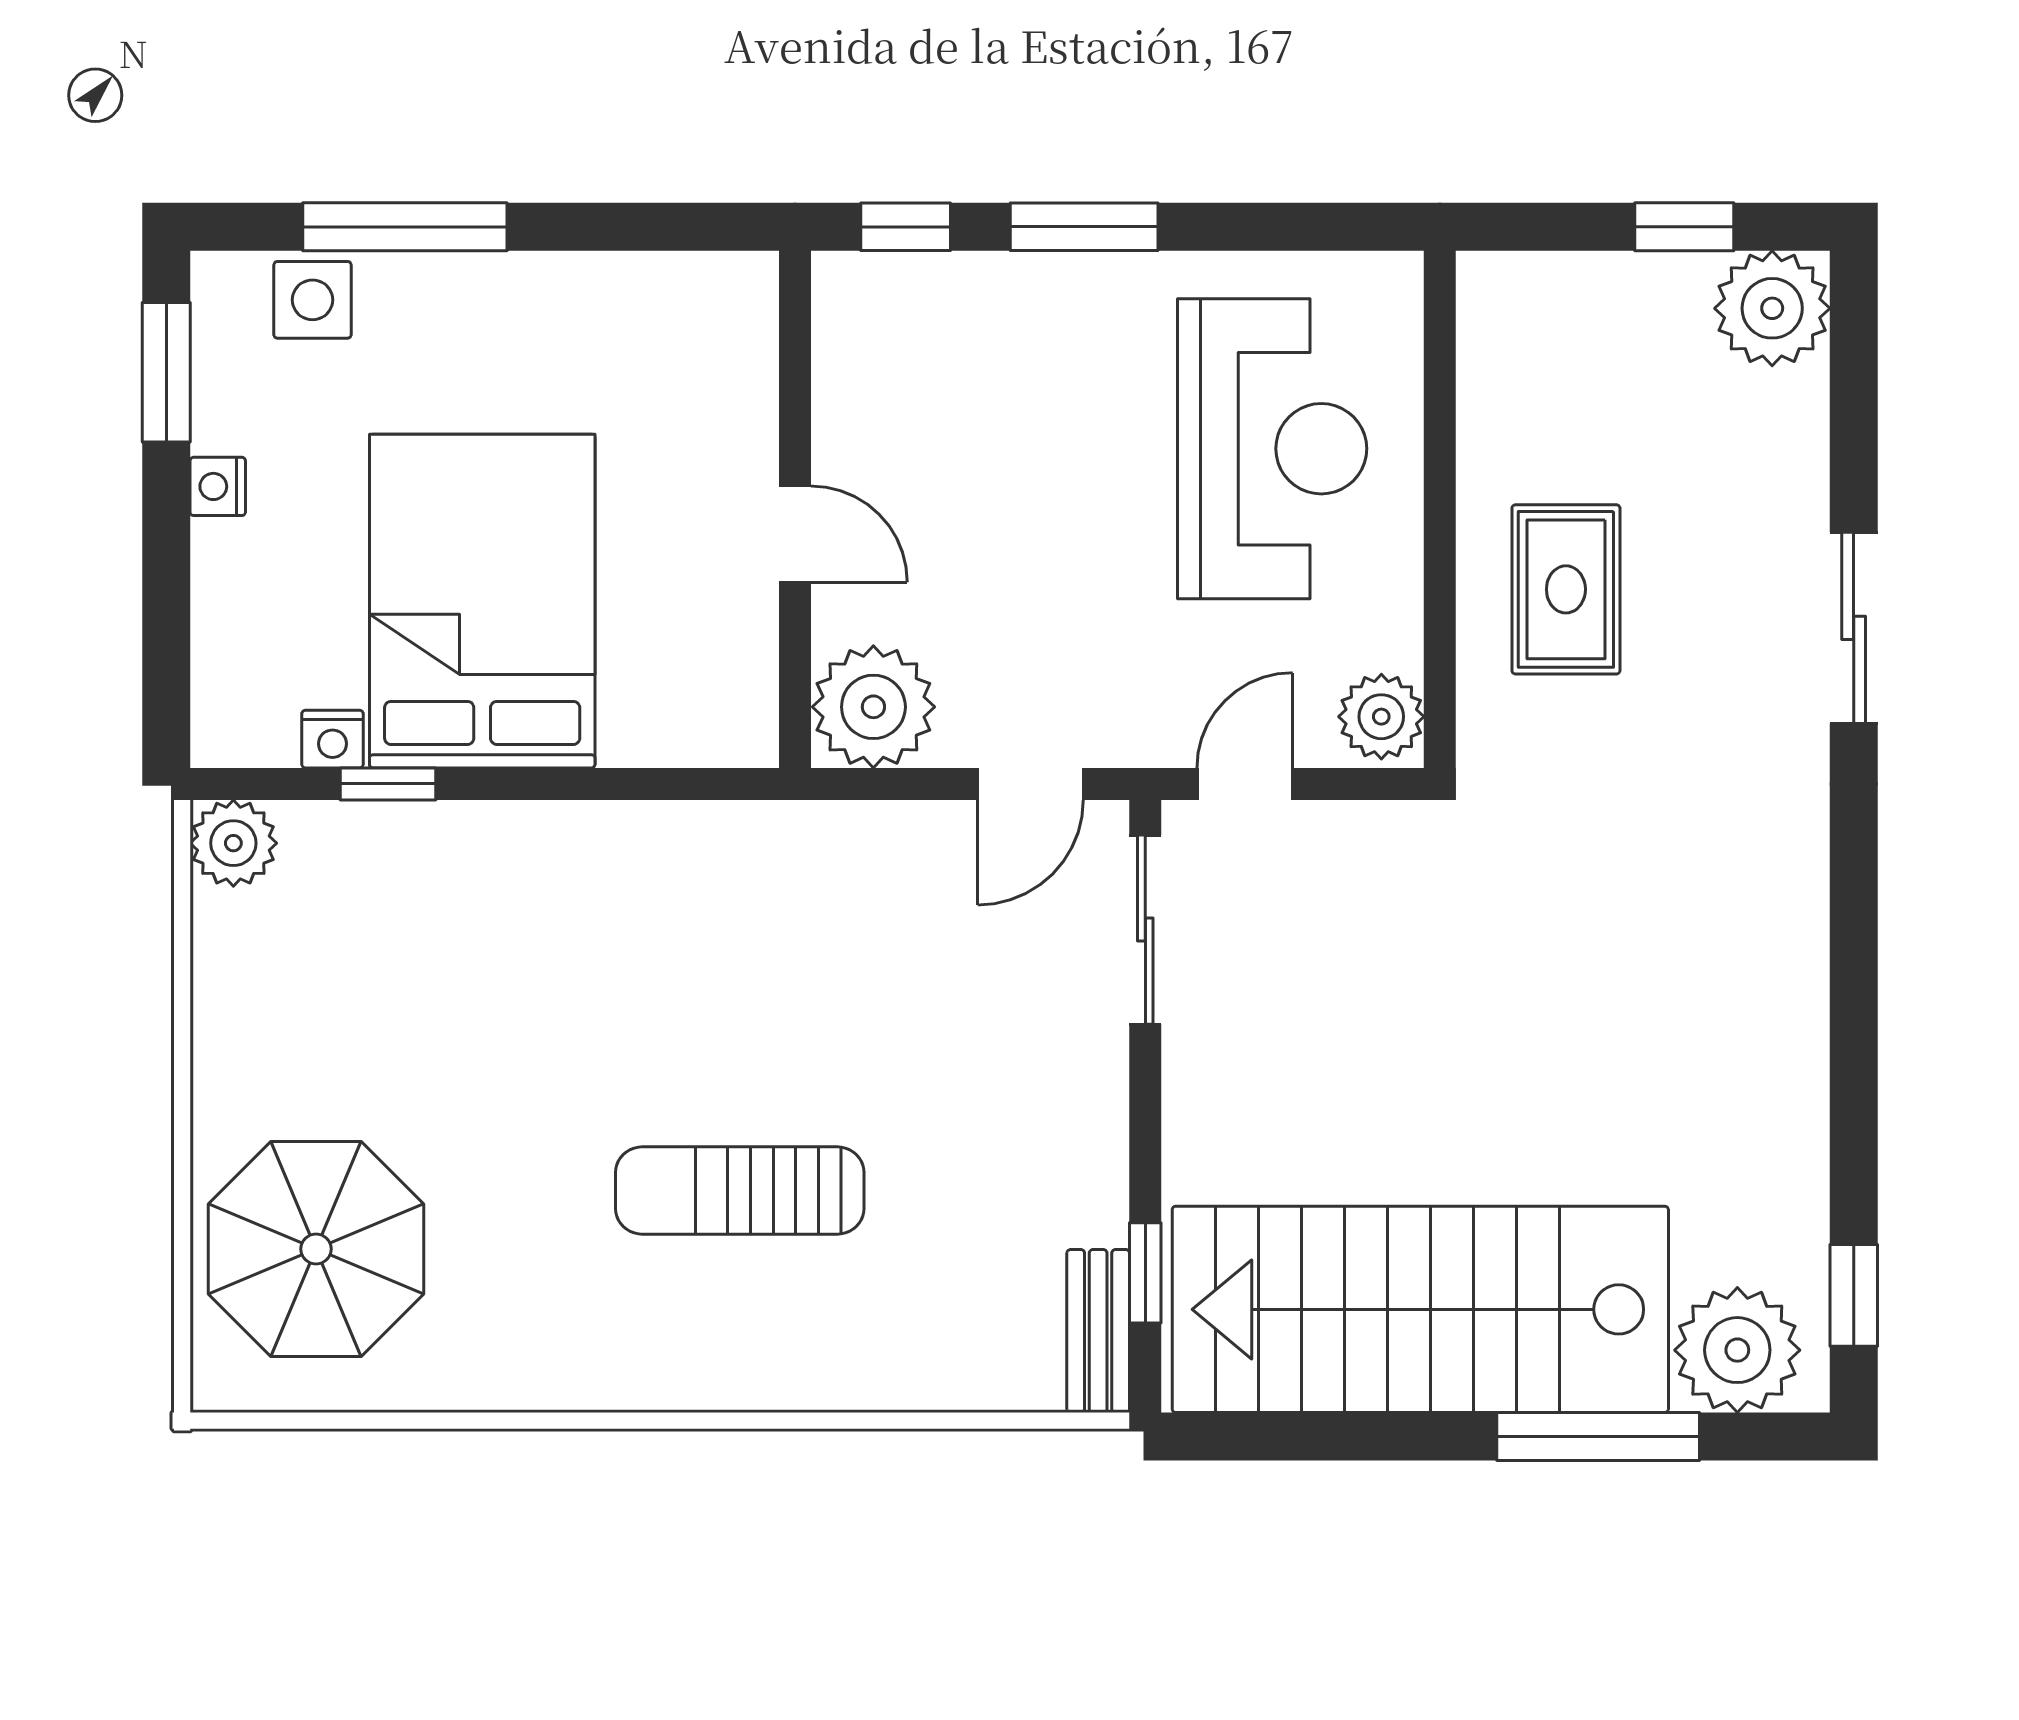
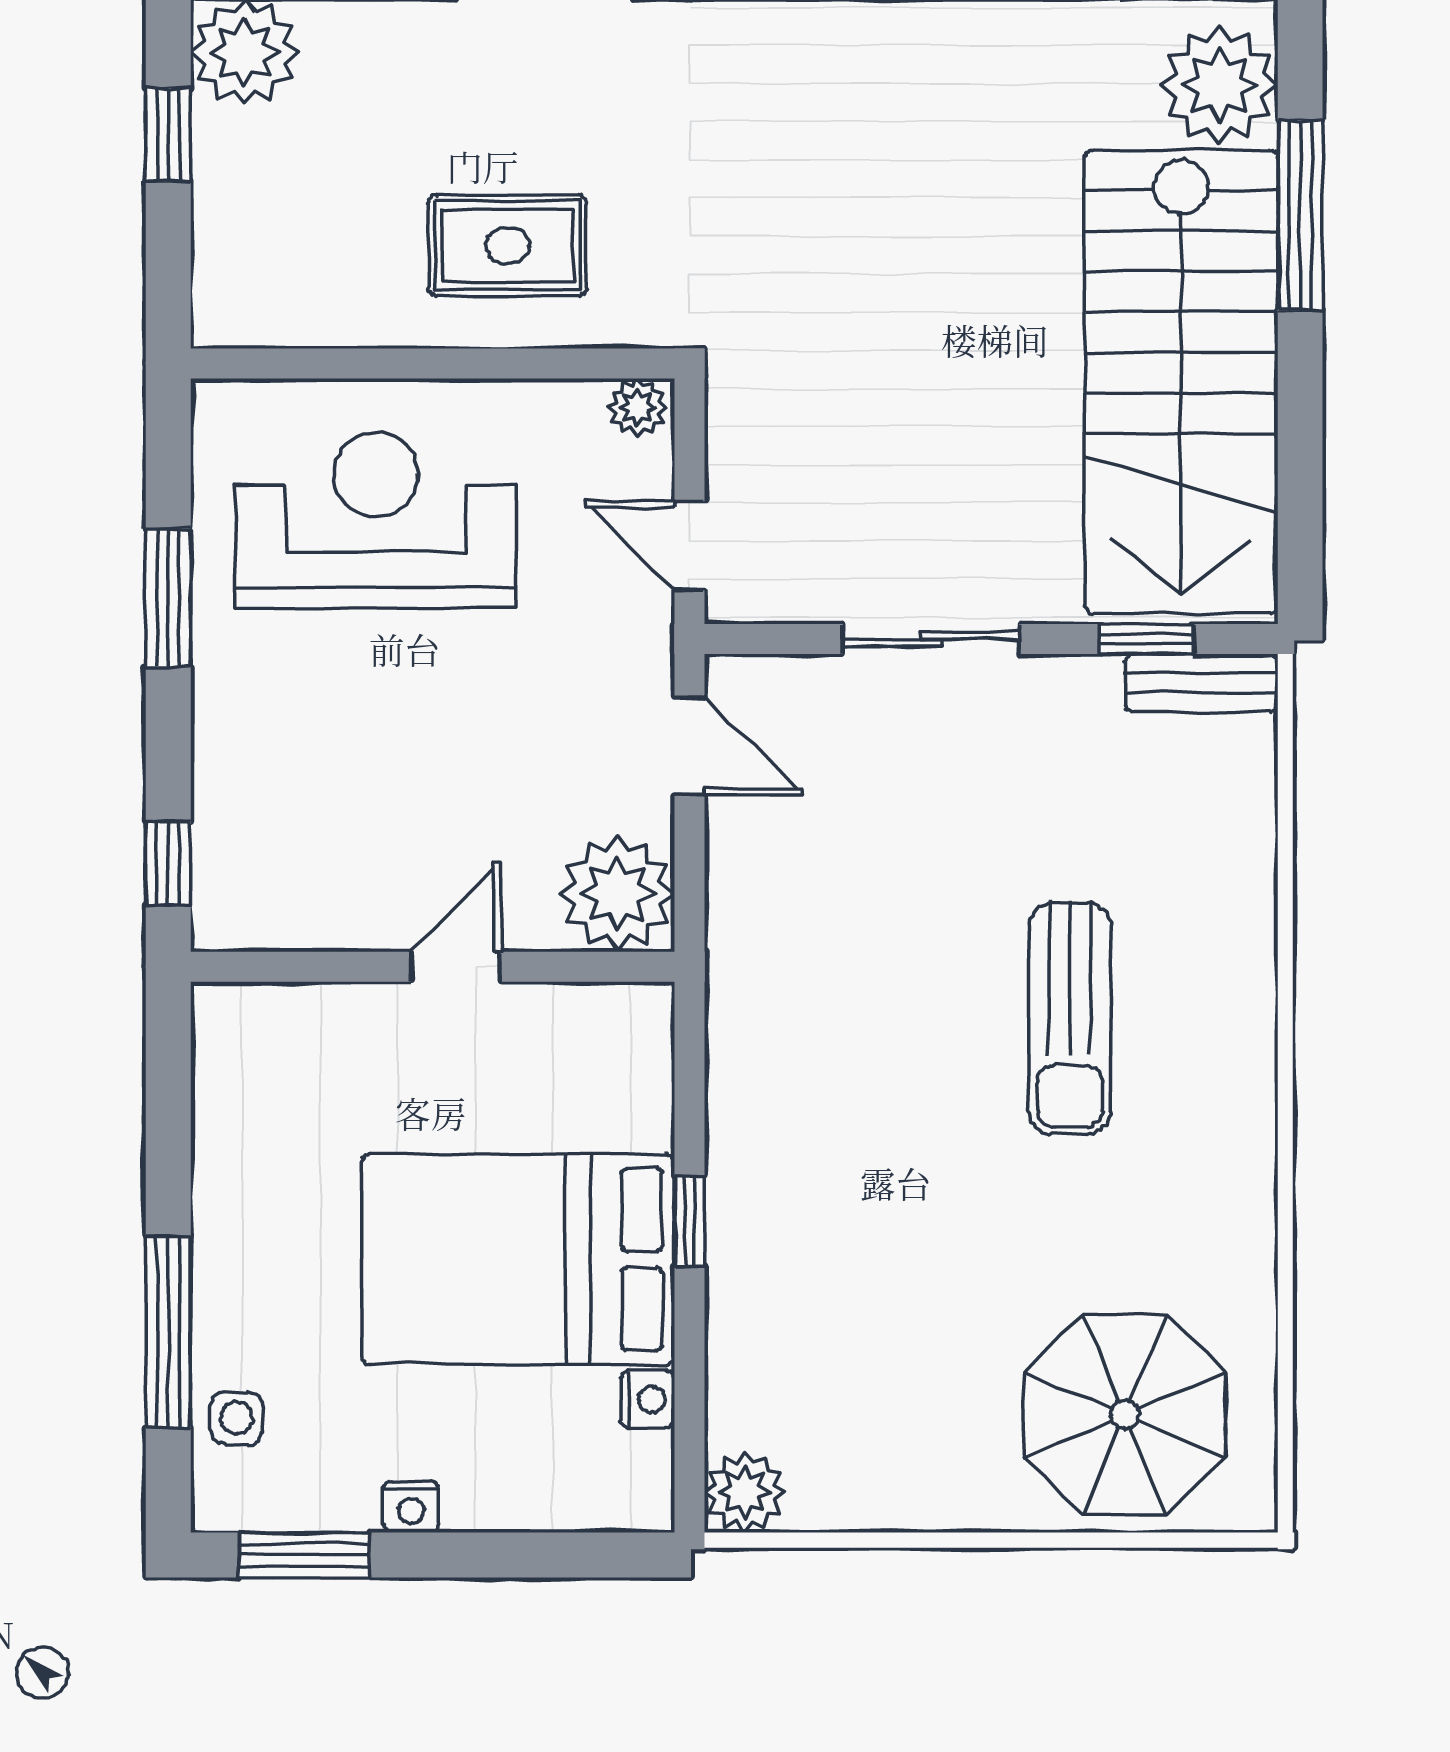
window: (1084, 227) -> (168, 598), moved
side table: (312, 300) -> (237, 1418), width x0.73, depth x0.73
plant: (1381, 717) -> (637, 407), width x0.73, depth x0.73
window: (388, 784) -> (689, 1221), moved
sliding door: (1145, 930) -> (931, 639), moved

